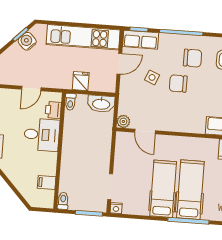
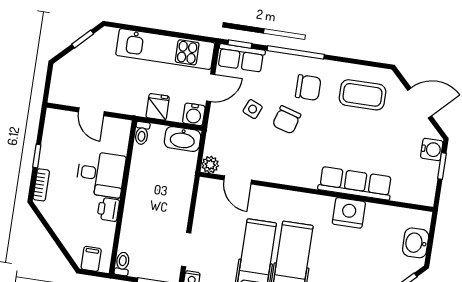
water cooler: (27, 41) -> (194, 114), moved, turned -135
chair: (178, 84) -> (287, 120), turned -74
door: (31, 88) -> (91, 112), hinge flipped
printer: (53, 110) -> (108, 209), moved
filing cabinet: (47, 183) -> (91, 259), moved, turned 90

